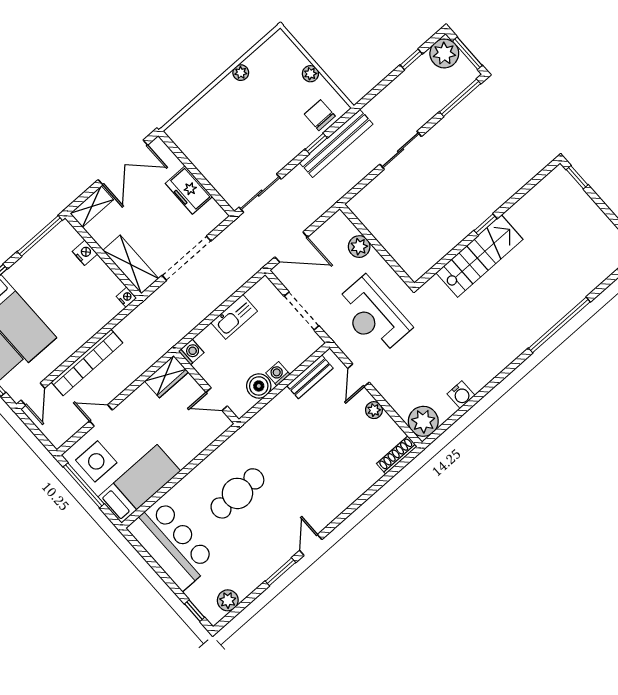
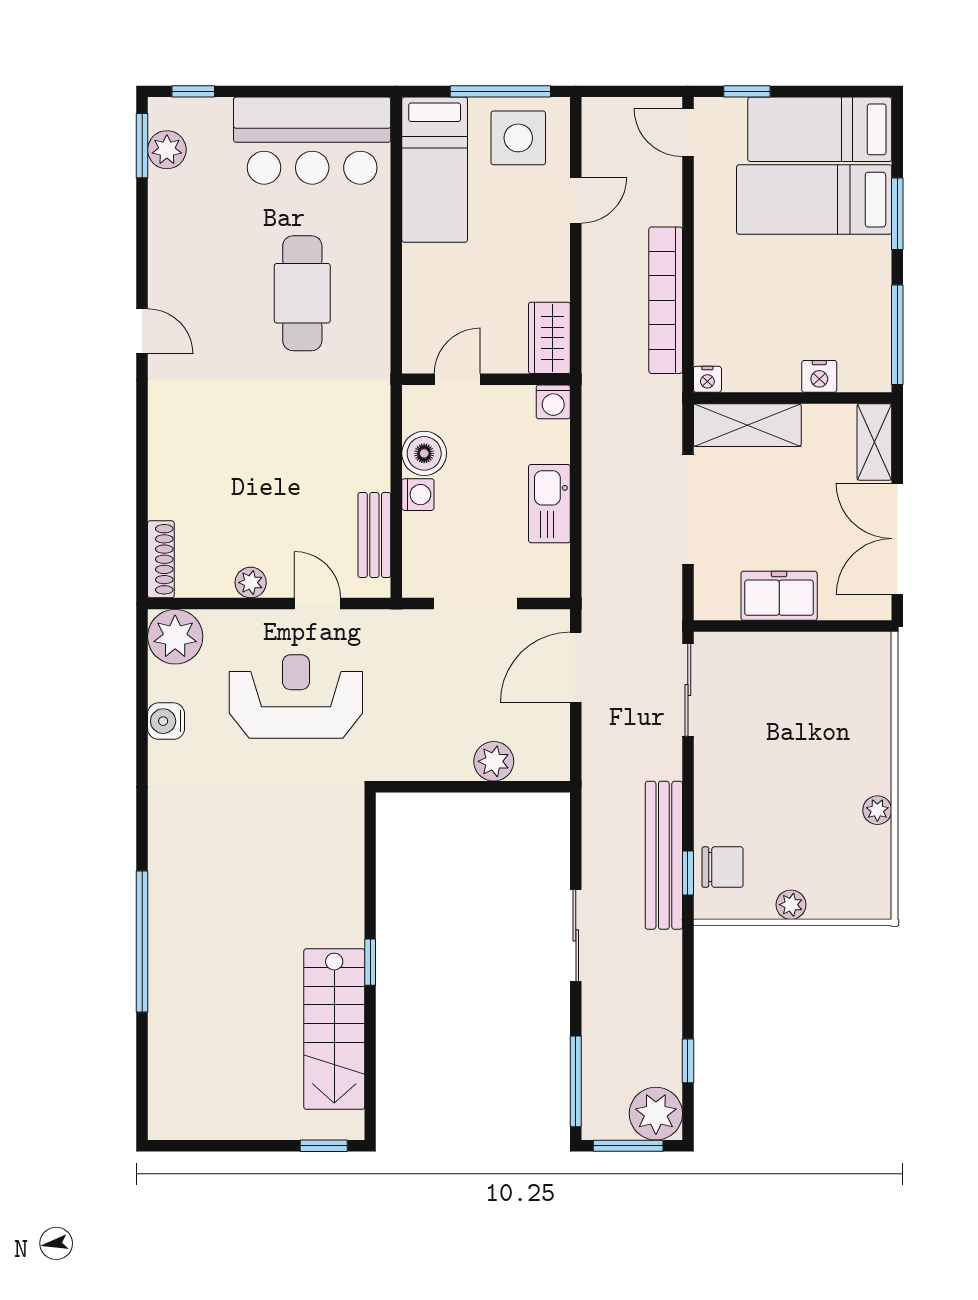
window: (316, 143) -> (688, 873), moved
stairs: (479, 256) -> (334, 1029), moved
reception desk: (373, 315) -> (296, 696), moved
bookcase: (87, 362) -> (666, 300), moved
window: (280, 572) -> (142, 146), moved

